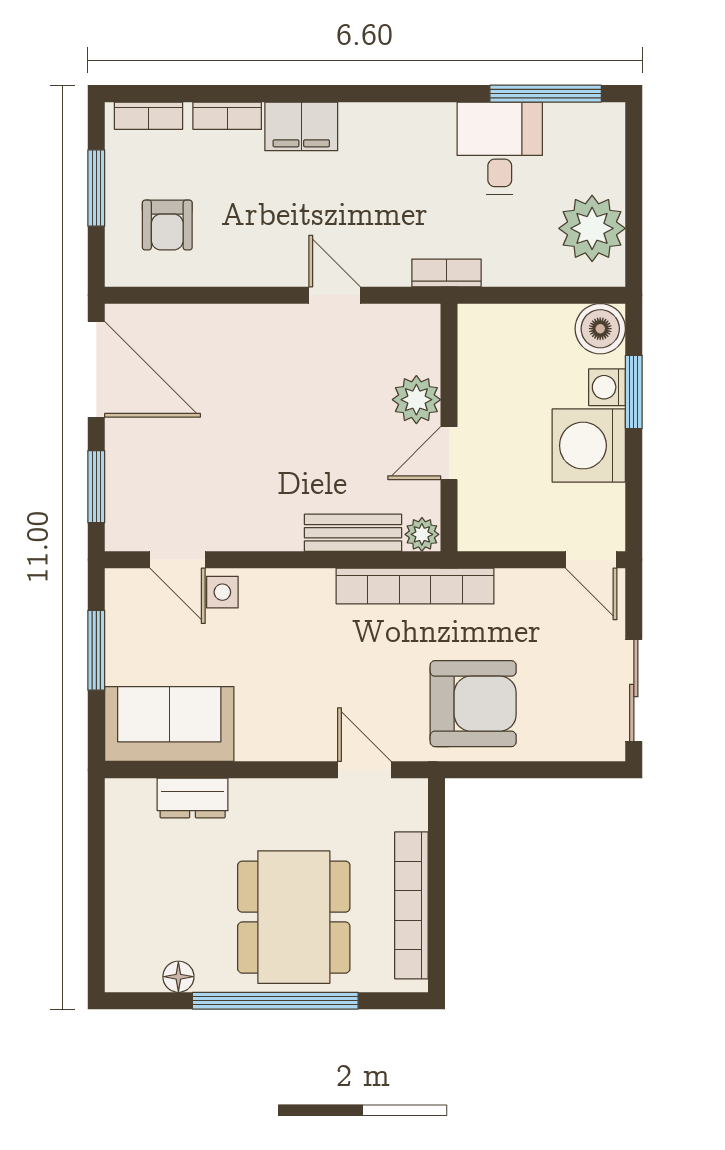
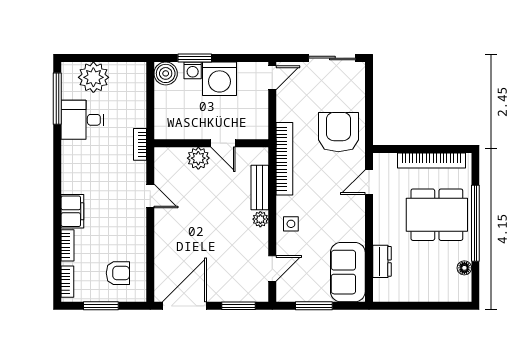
plant: (592, 228) -> (93, 77), moved
door: (335, 295) -> (150, 196), swing flipped
plant: (422, 534) -> (260, 219), moved
side table: (222, 592) -> (291, 224), moved

